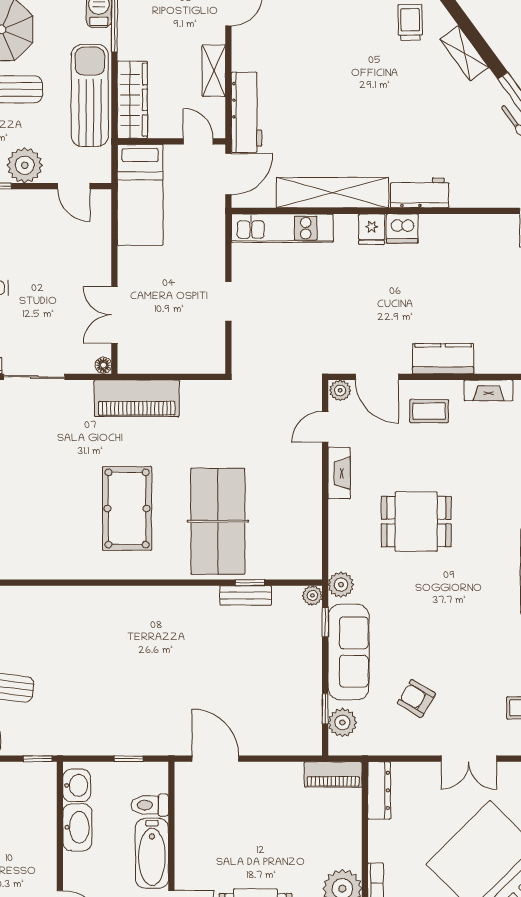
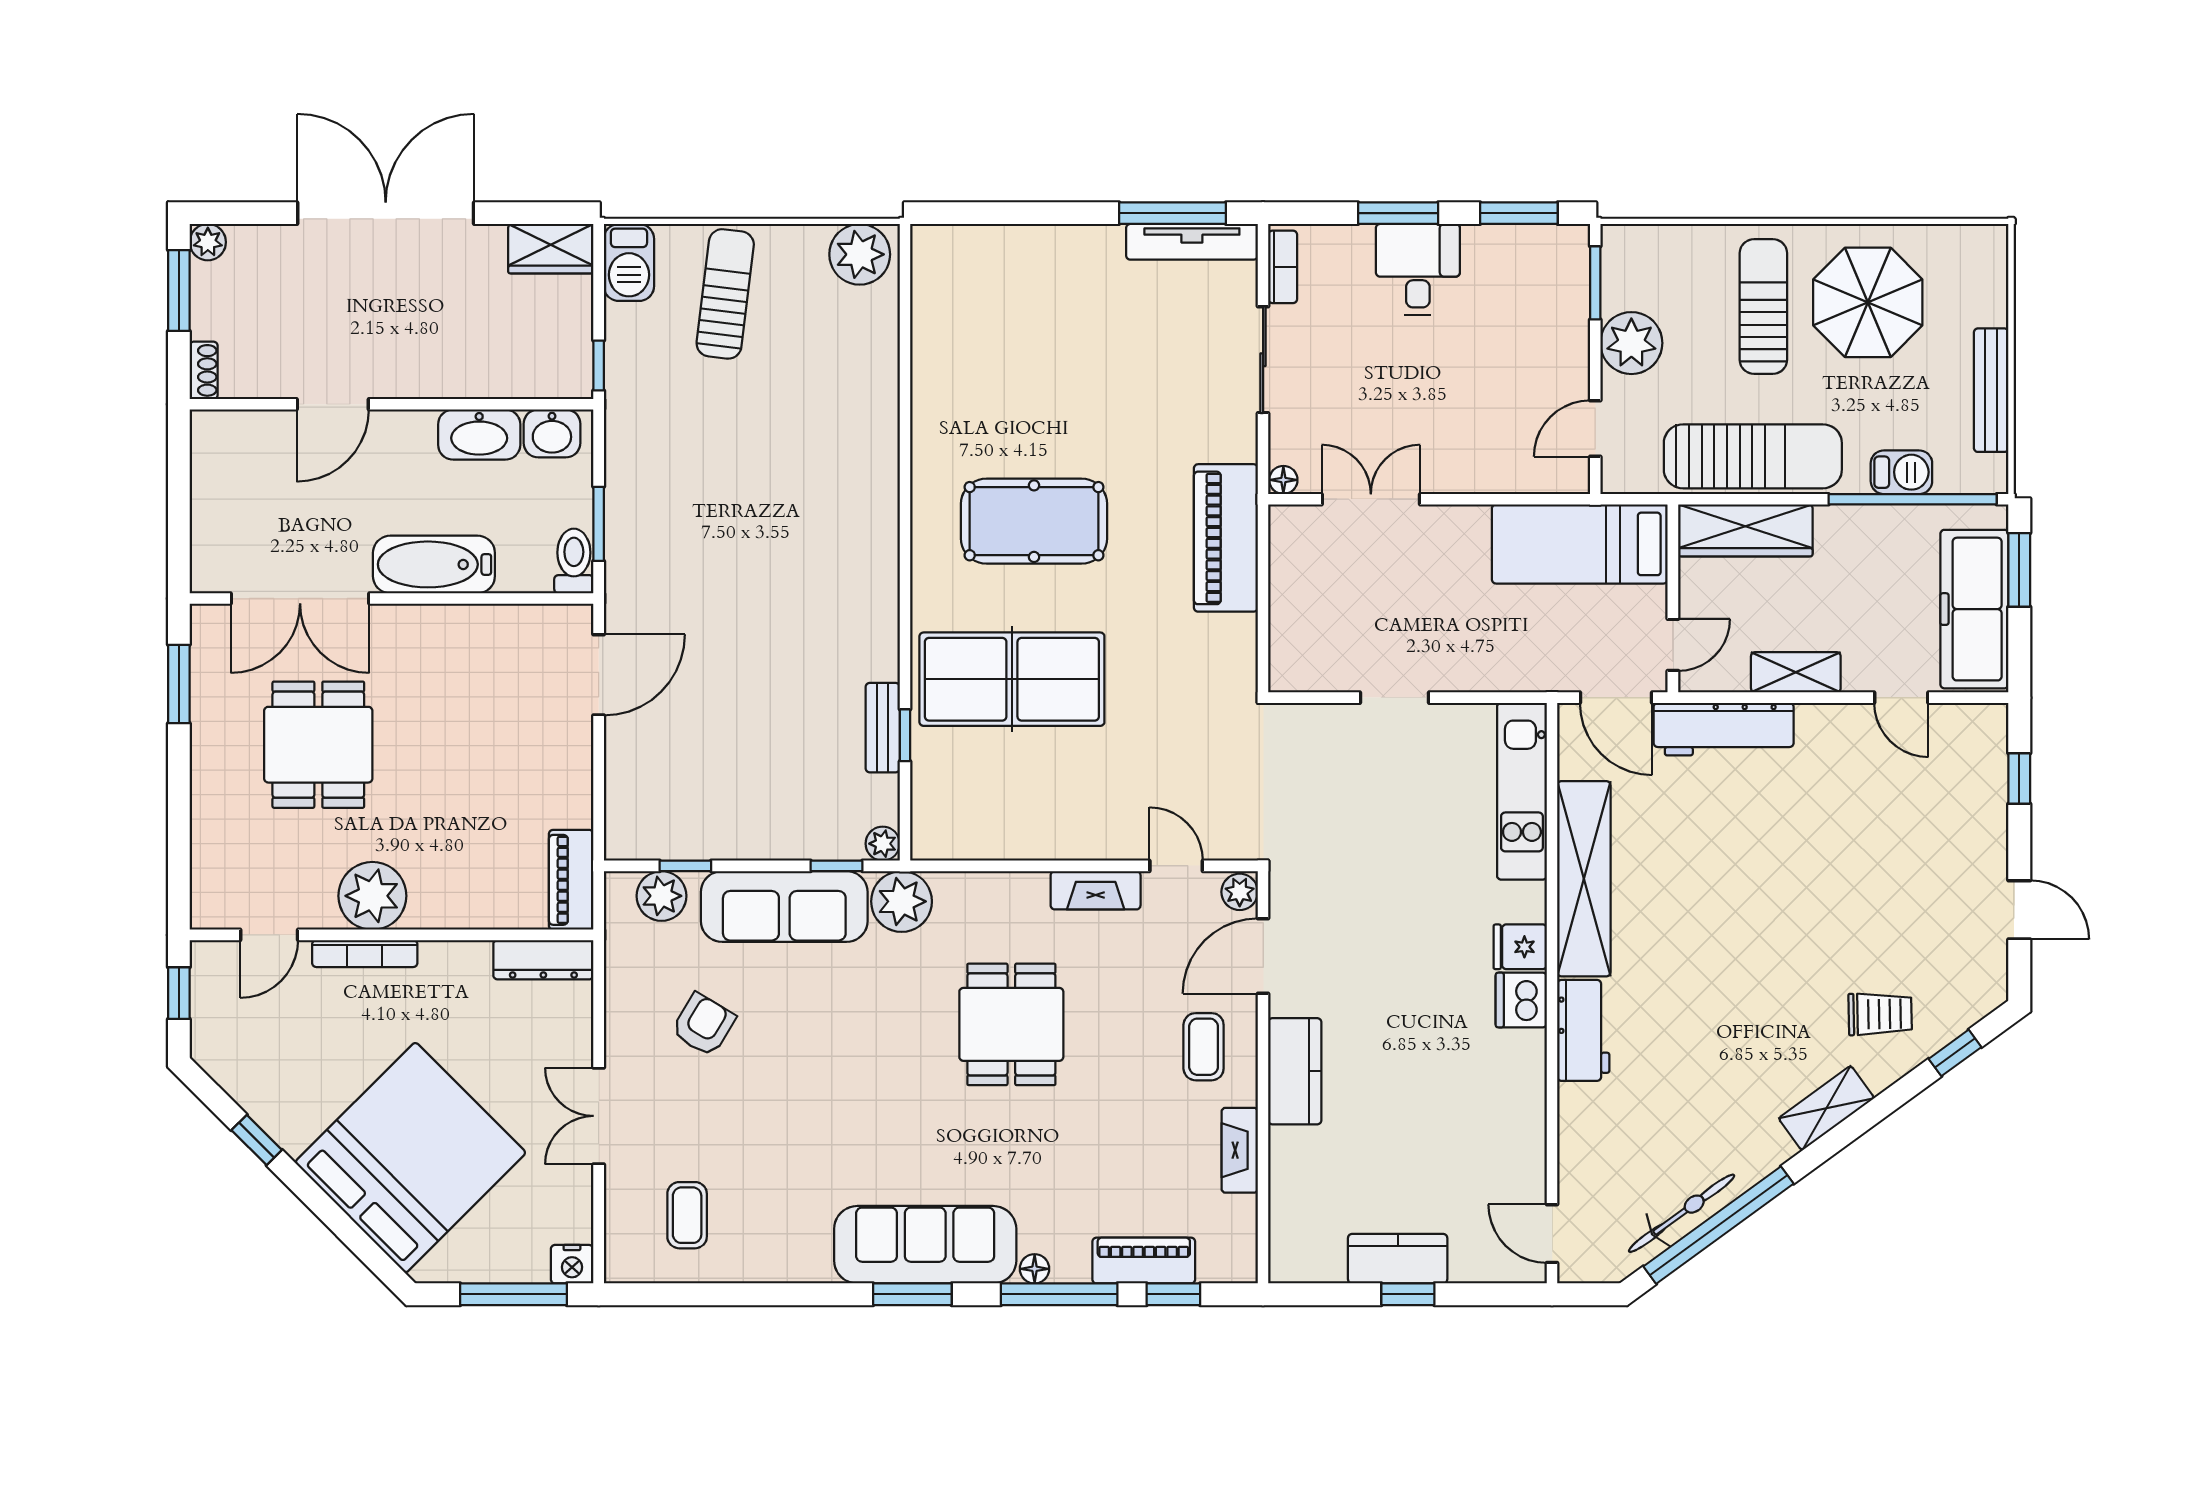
plant: (341, 585) -> (902, 901), width x1.36, depth x1.36
window: (129, 759) -> (599, 524), width x1.50
toilet: (150, 805) -> (574, 561), moved

